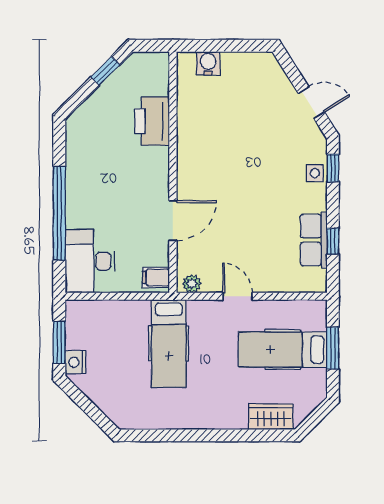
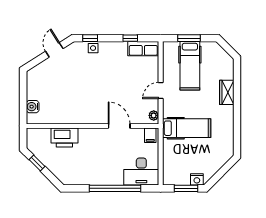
row of seats: (314, 240) -> (143, 49), moved
wardrobe: (271, 417) -> (227, 92), moved

